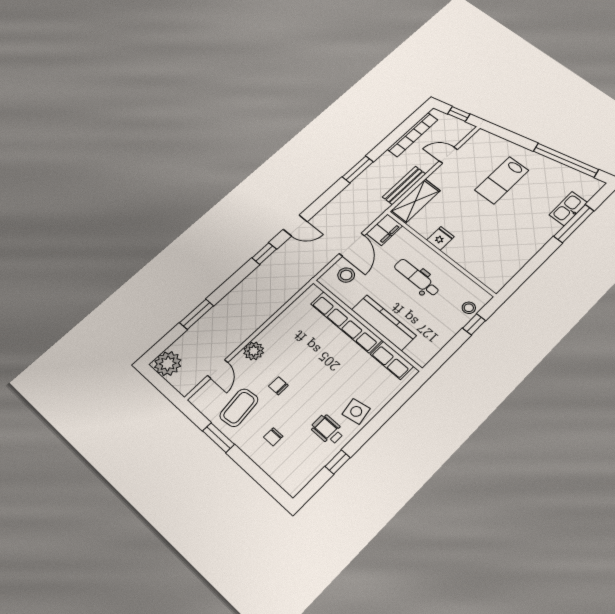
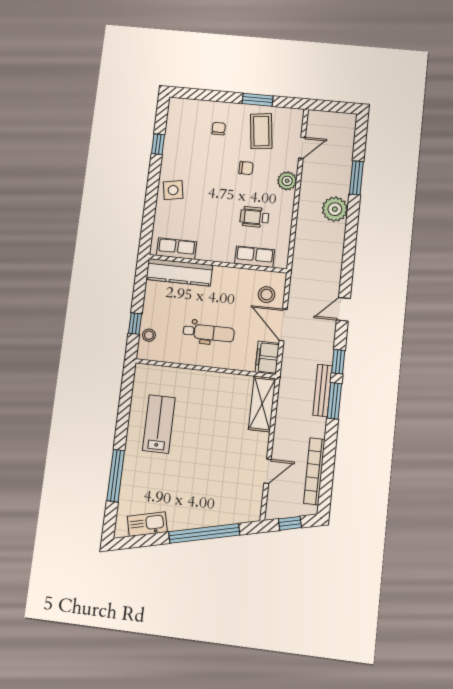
window: (566, 160) -> (204, 533), moved
lab bench: (502, 180) -> (159, 424), moved
bench: (404, 185) -> (323, 390), moved
kitchen sink: (568, 209) -> (147, 524), moved, turned -104
fridge: (440, 238) -> (215, 383), removed
window: (264, 254) -> (338, 362), moved
row of seats: (346, 322) -> (255, 257), width x0.50
kitchen counter: (384, 323) -> (179, 272), moved
plant: (168, 364) -> (335, 209), moved
door: (218, 369) -> (302, 148), swing flipped
wheelchair: (328, 430) -> (254, 217), moved, turned 180

